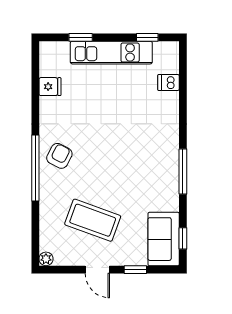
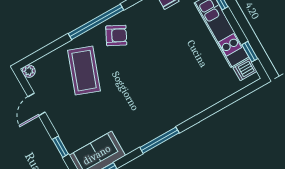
dishwasher: (169, 82) -> (245, 70), moved, turned -90
coffee table: (93, 220) -> (84, 71), moved
door: (97, 270) -> (36, 104), moved

